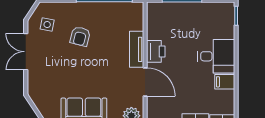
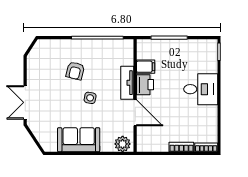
side table: (47, 25) -> (90, 98), moved
double door: (26, 52) -> (25, 102), moved
filing cabinet: (225, 82) -> (146, 67), moved, turned 180

